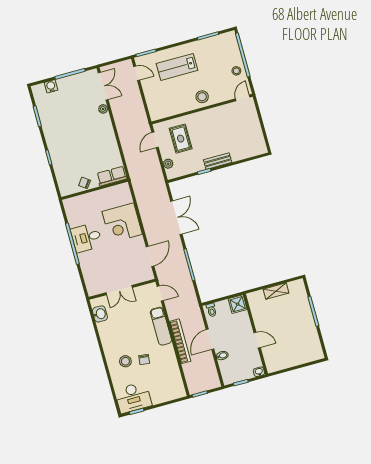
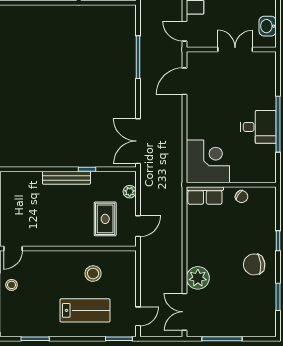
door: (137, 73) -> (138, 316), swing flipped
water cooler: (51, 86) -> (250, 330), removed
stool: (202, 97) -> (93, 274), moved
plant: (103, 109) -> (198, 278), width x1.88, depth x1.88
chair: (61, 135) -> (254, 264), added
bench: (218, 161) -> (66, 178), width x1.36
double door: (176, 218) -> (138, 141), moved
corner desk: (122, 223) -> (208, 161), moved

